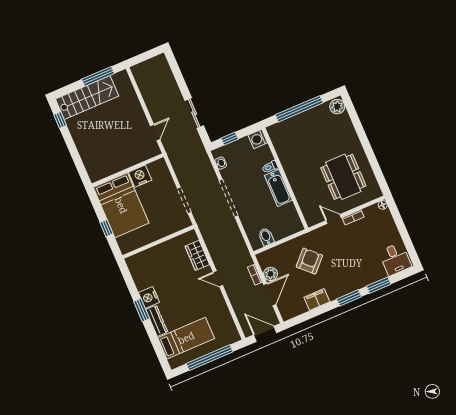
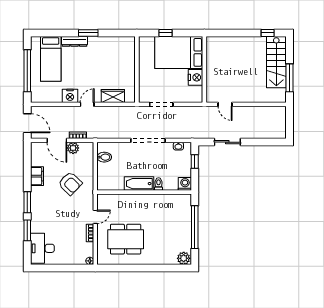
desk: (395, 259) -> (42, 248), width x1.37
nightstand: (149, 297) -> (70, 96), moved, turned 180
door: (265, 334) -> (27, 123), hinge flipped

